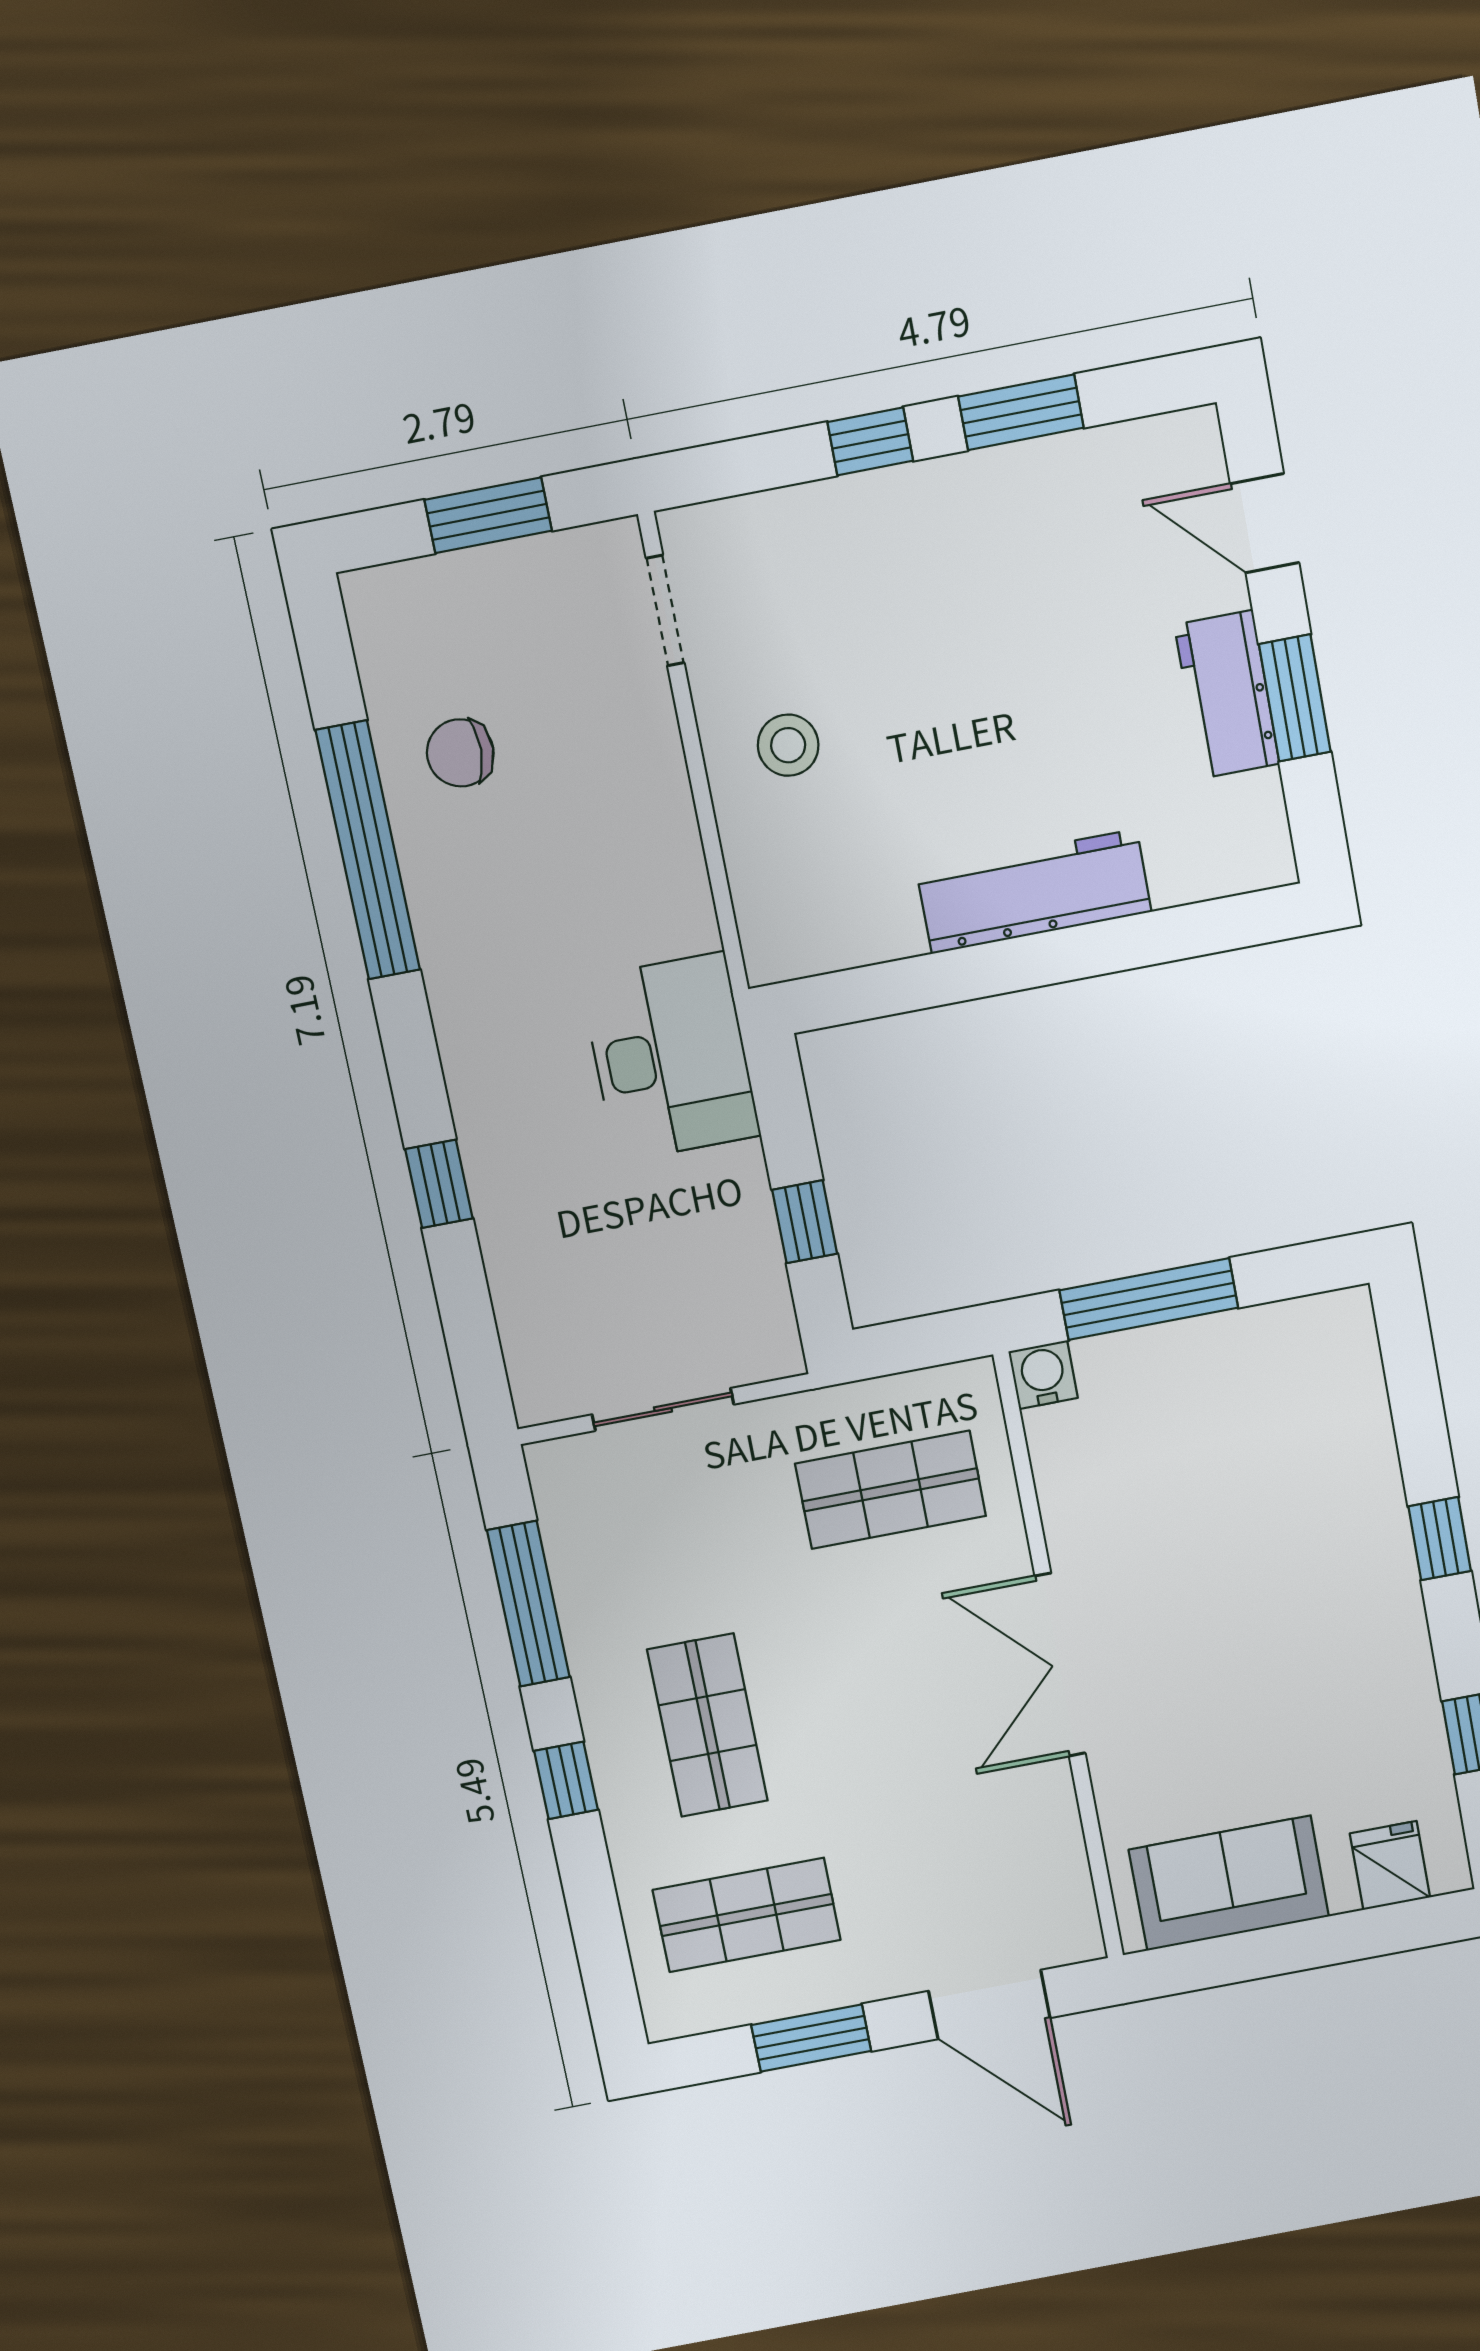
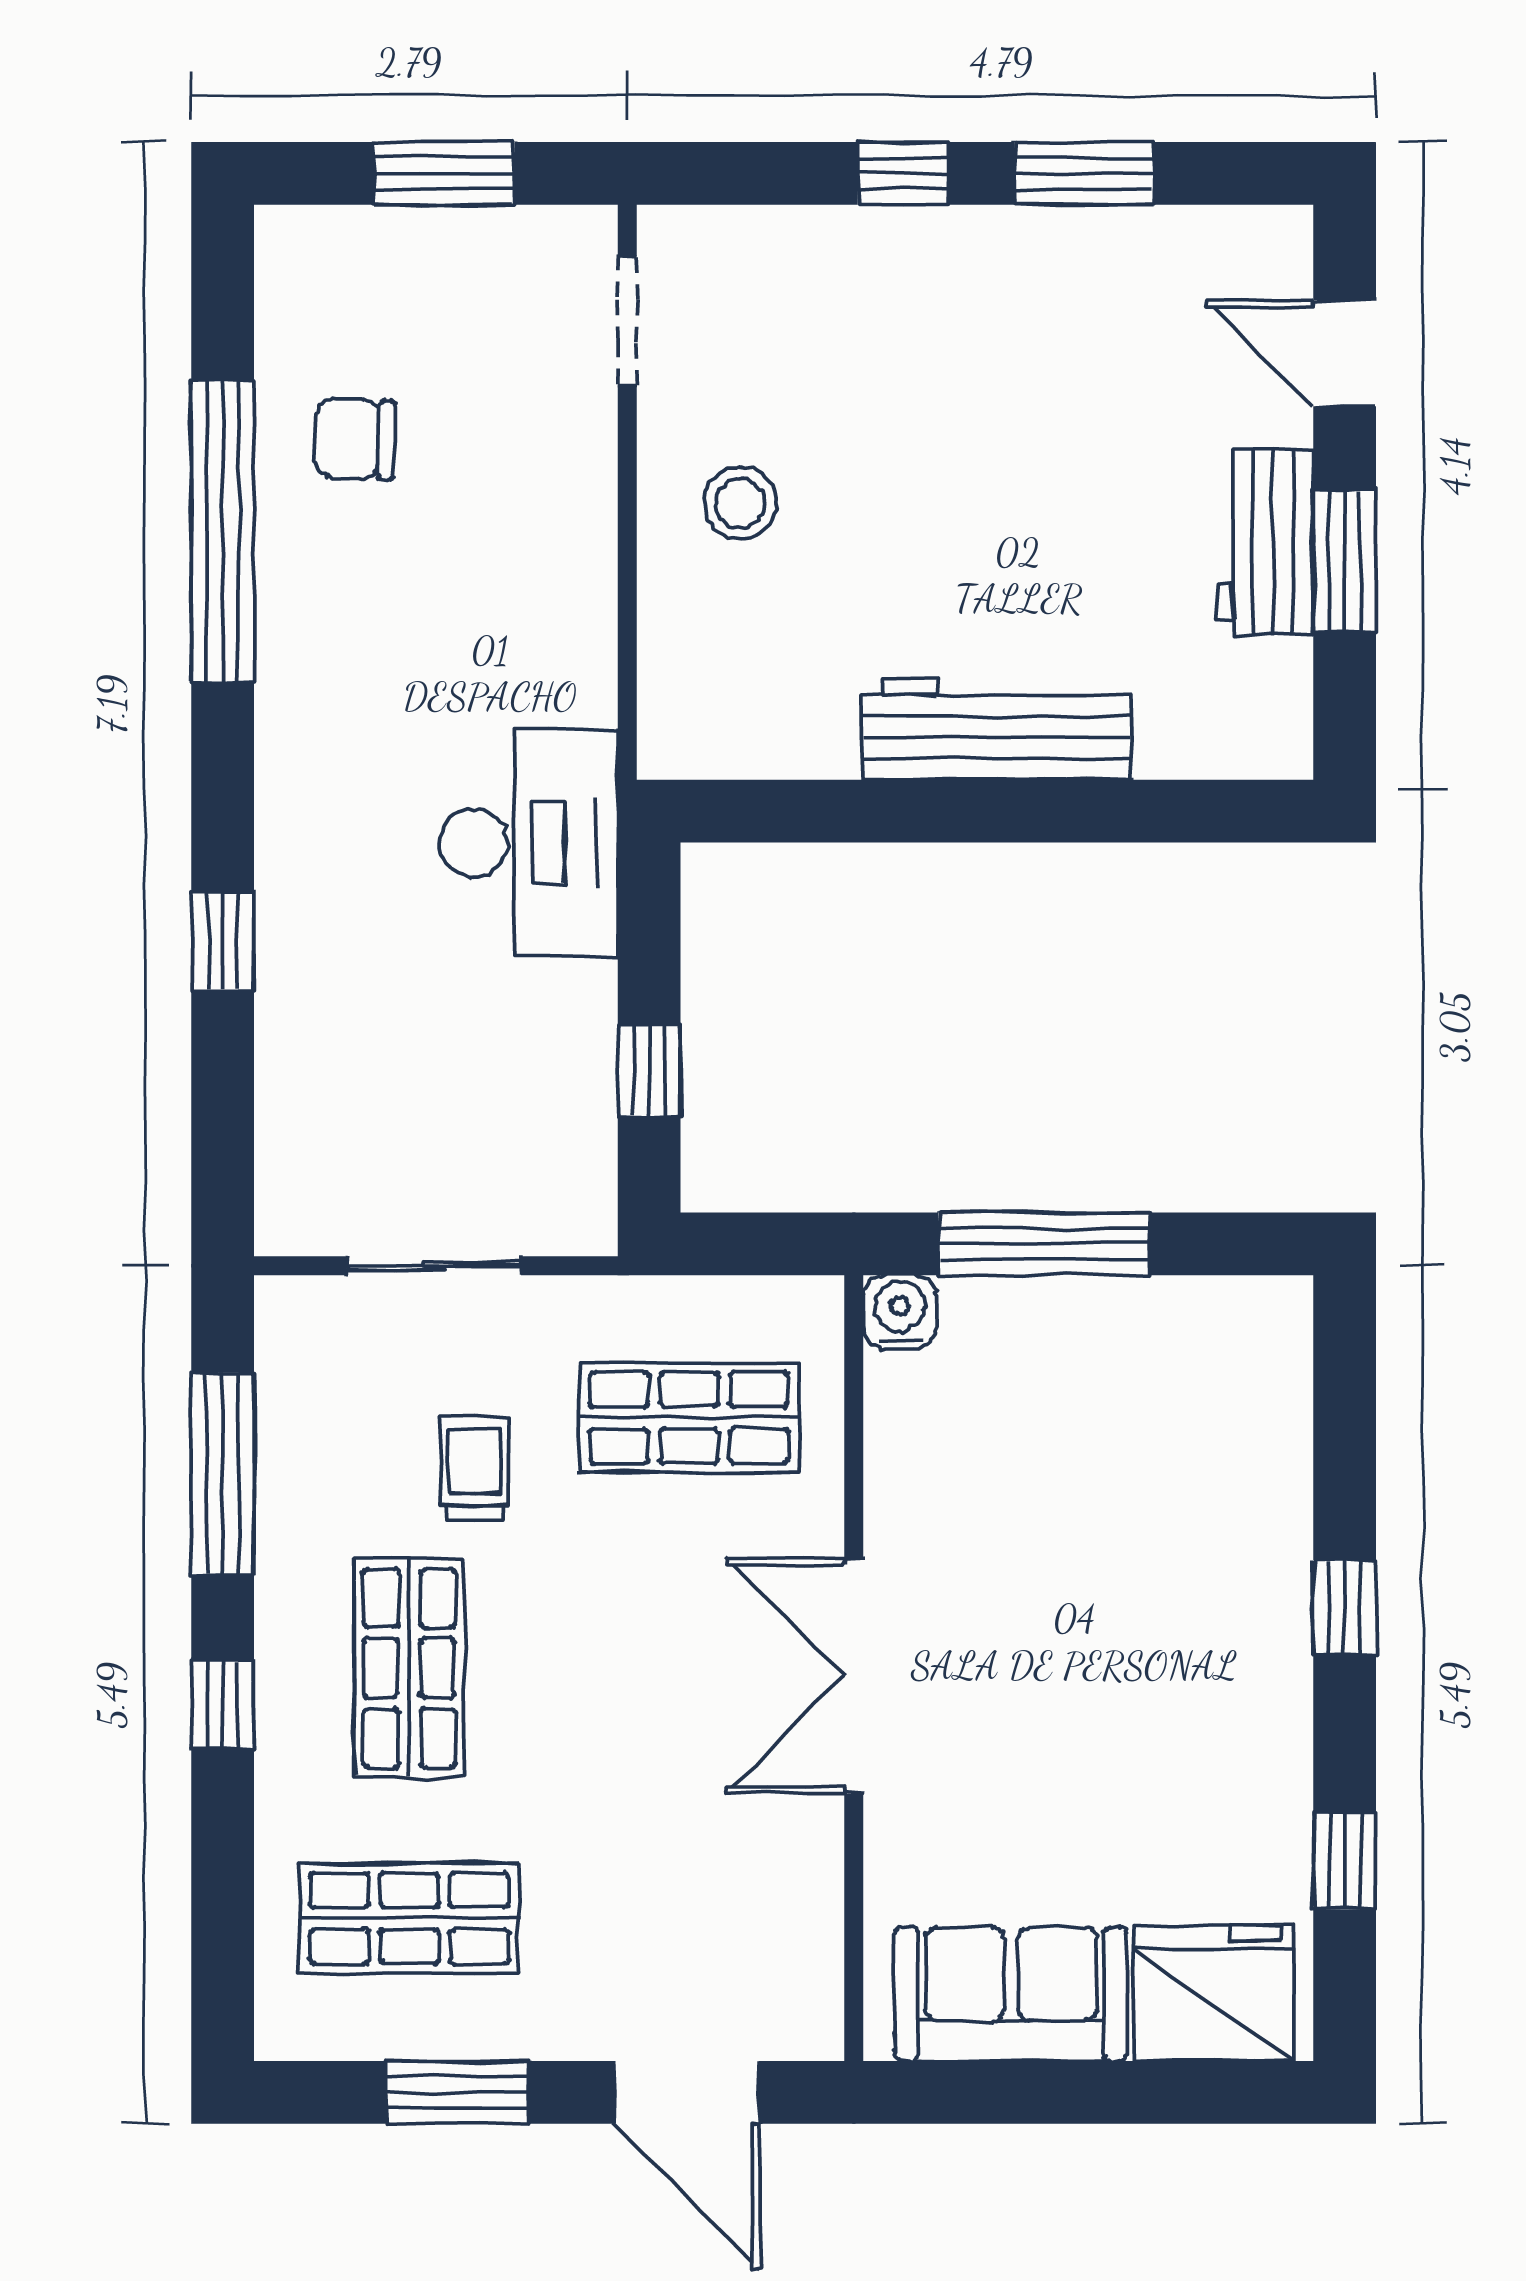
trolley: (728, 1561) -> (475, 1468), added
fridge: (1390, 1865) -> (1214, 1993), width x1.88, depth x1.34

